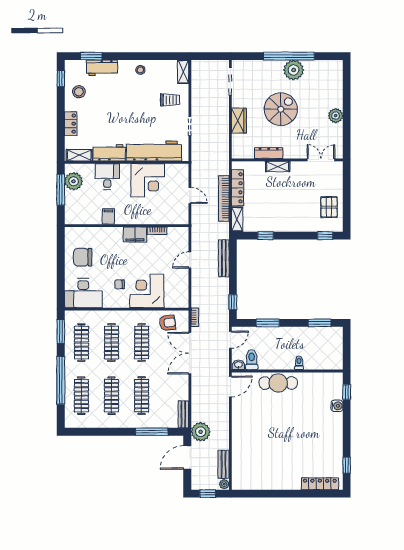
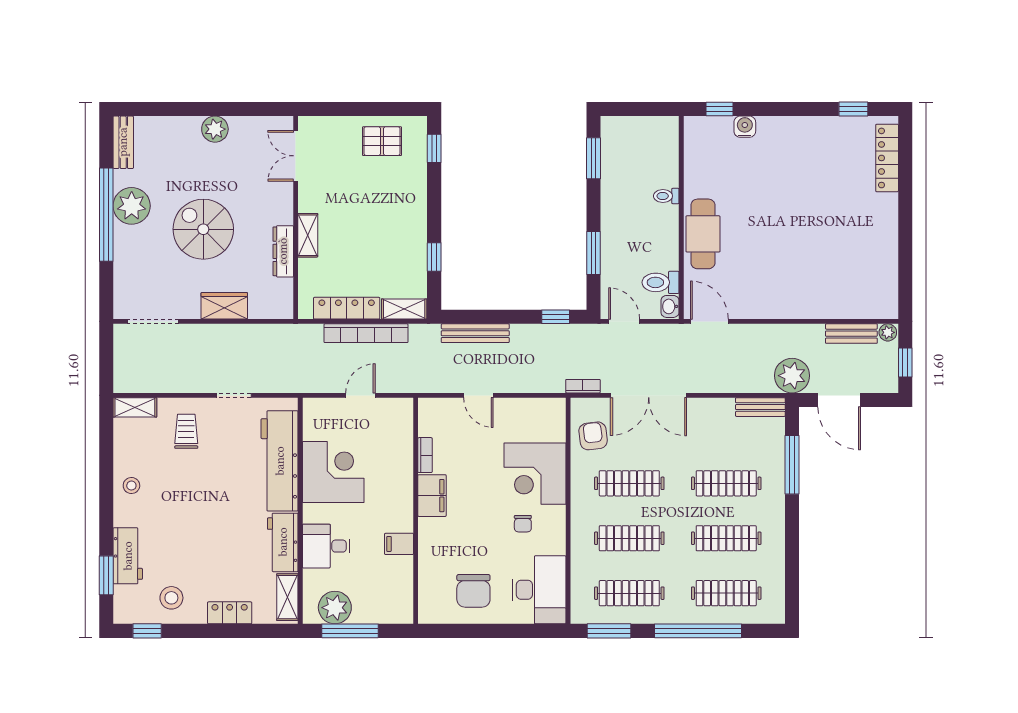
bench: (328, 65) -> (123, 142), added

